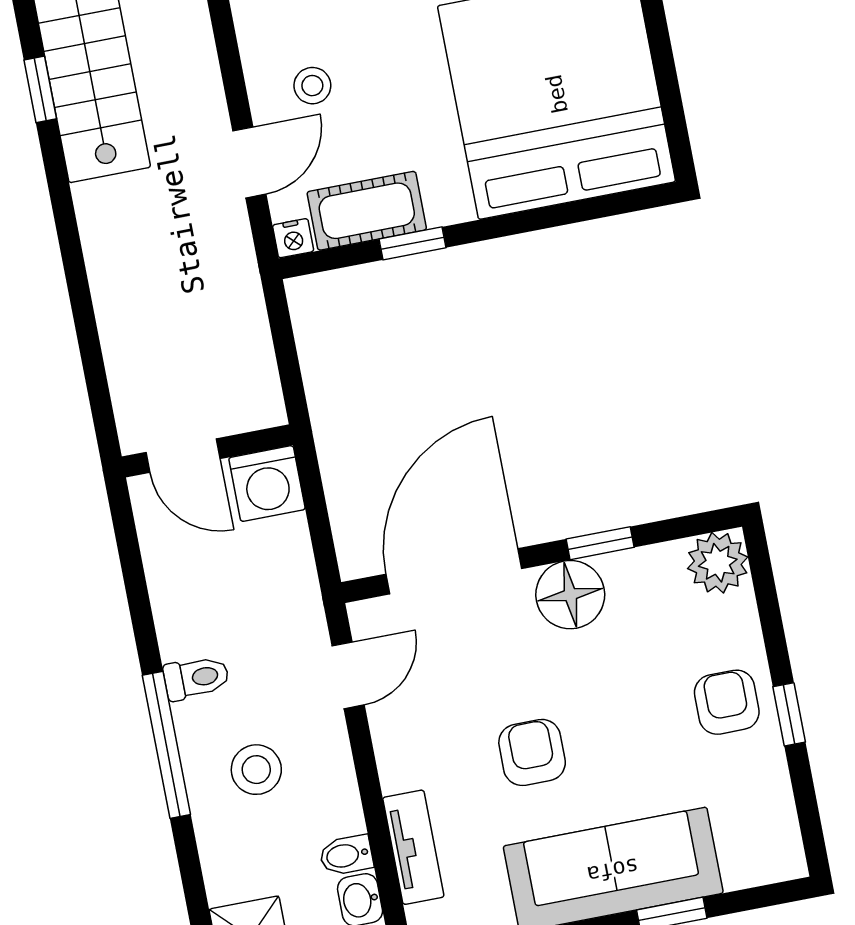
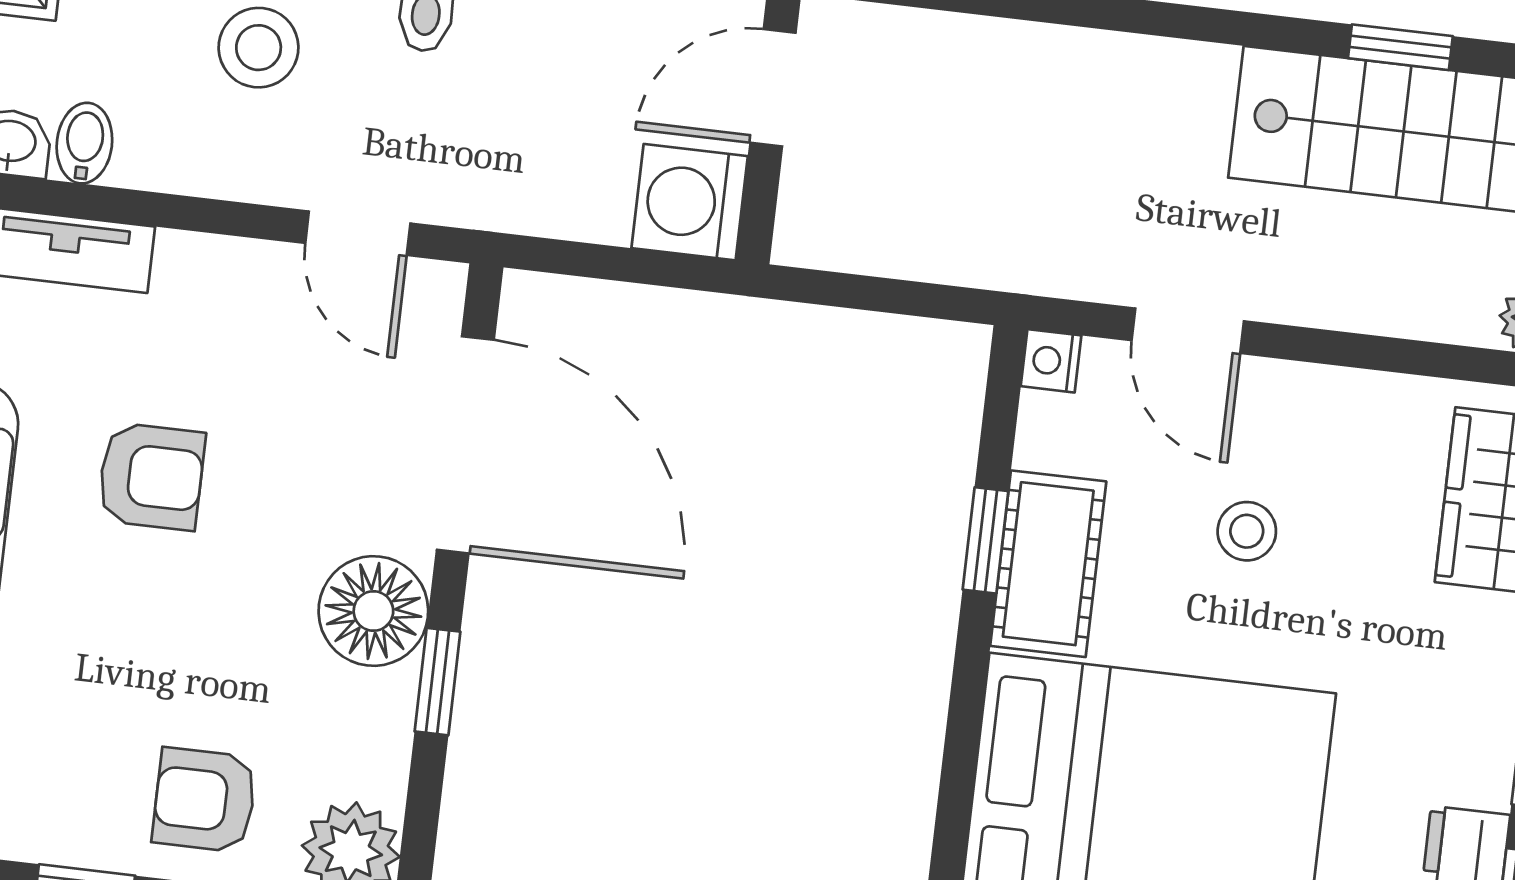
stool: (312, 86) -> (1247, 531), moved
cot: (367, 211) -> (1048, 564), moved
armchair: (727, 702) -> (205, 800), moved, turned 180

